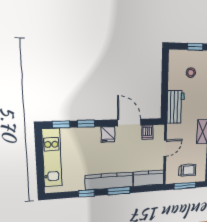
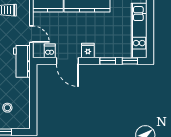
workbench: (176, 107) -> (22, 61), moved
door: (165, 148) -> (31, 34), swing flipped

